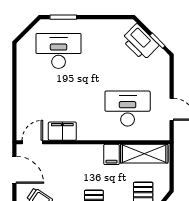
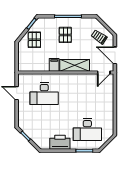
printer: (140, 42) -> (60, 142), moved, turned -45
filing cabinet: (62, 131) -> (85, 79), removed
shelving: (144, 154) -> (75, 65), moved

